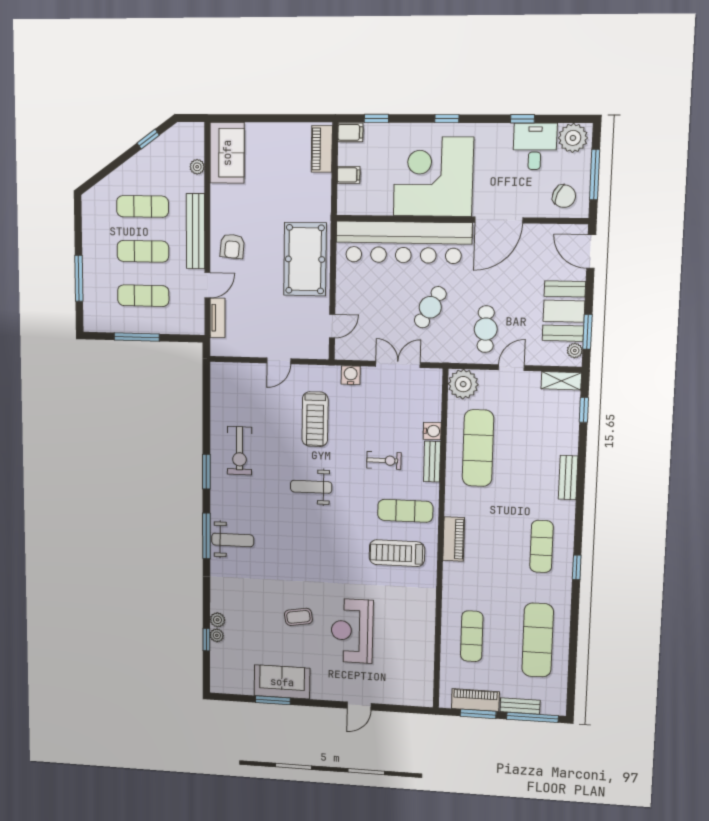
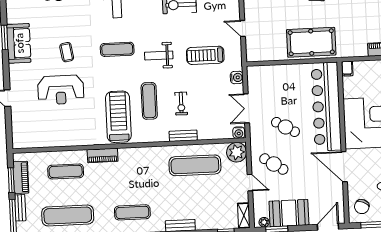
filing cabinet: (349, 175) -> (347, 69), moved
door: (332, 326) -> (269, 63), removed
cafe table: (486, 329) -> (274, 164), turned 33
double door: (398, 364) -> (246, 108), swing flipped
water cooler: (432, 431) -> (239, 133), moved
weight bench: (311, 487) -> (159, 55), turned -90
exercise mat: (405, 511) -> (149, 101), moved
piano: (454, 539) -> (103, 155), moved
exercise mat: (299, 545) -> (117, 49), added
treadmill: (397, 553) -> (118, 117), width x1.37, depth x1.38
reception desk: (352, 631) -> (61, 90), turned 180

